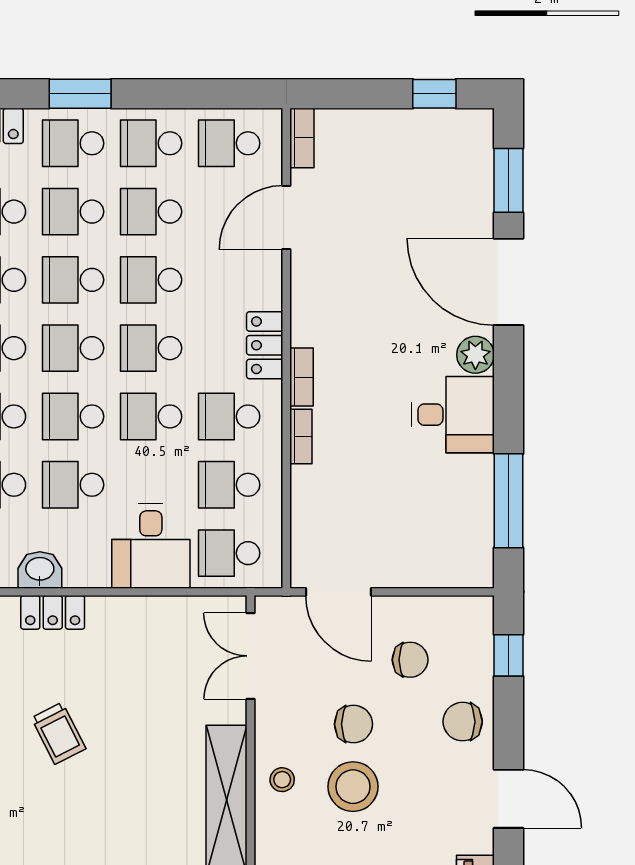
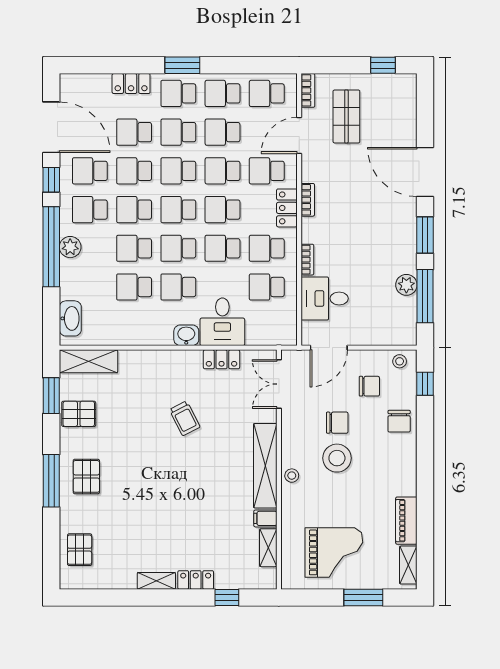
window: (508, 180) -> (425, 235), moved
shop shelf: (370, 184) -> (346, 116), added
plant: (475, 355) -> (406, 285), moved
bookcase: (301, 377) -> (308, 200), moved
desk: (453, 415) -> (325, 298), moved, turned 180
school desk: (229, 553) -> (267, 171), moved
washbasin: (40, 570) -> (186, 335), moved
door: (338, 592) -> (329, 348), hinge flipped
locker: (53, 612) -> (222, 359), moved
stool: (463, 616) -> (400, 361), added
chair: (463, 722) -> (399, 421), turned -90
trolley: (59, 733) -> (185, 418), moved
stool: (282, 780) -> (292, 476), moved
door: (508, 799) -> (425, 465), removed

